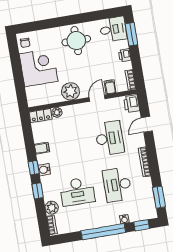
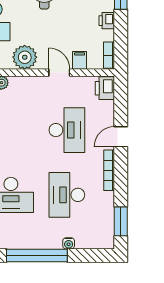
door: (97, 98) -> (59, 73), hinge flipped
door: (147, 124) -> (121, 137), moved
window: (142, 225) -> (90, 256), removed

